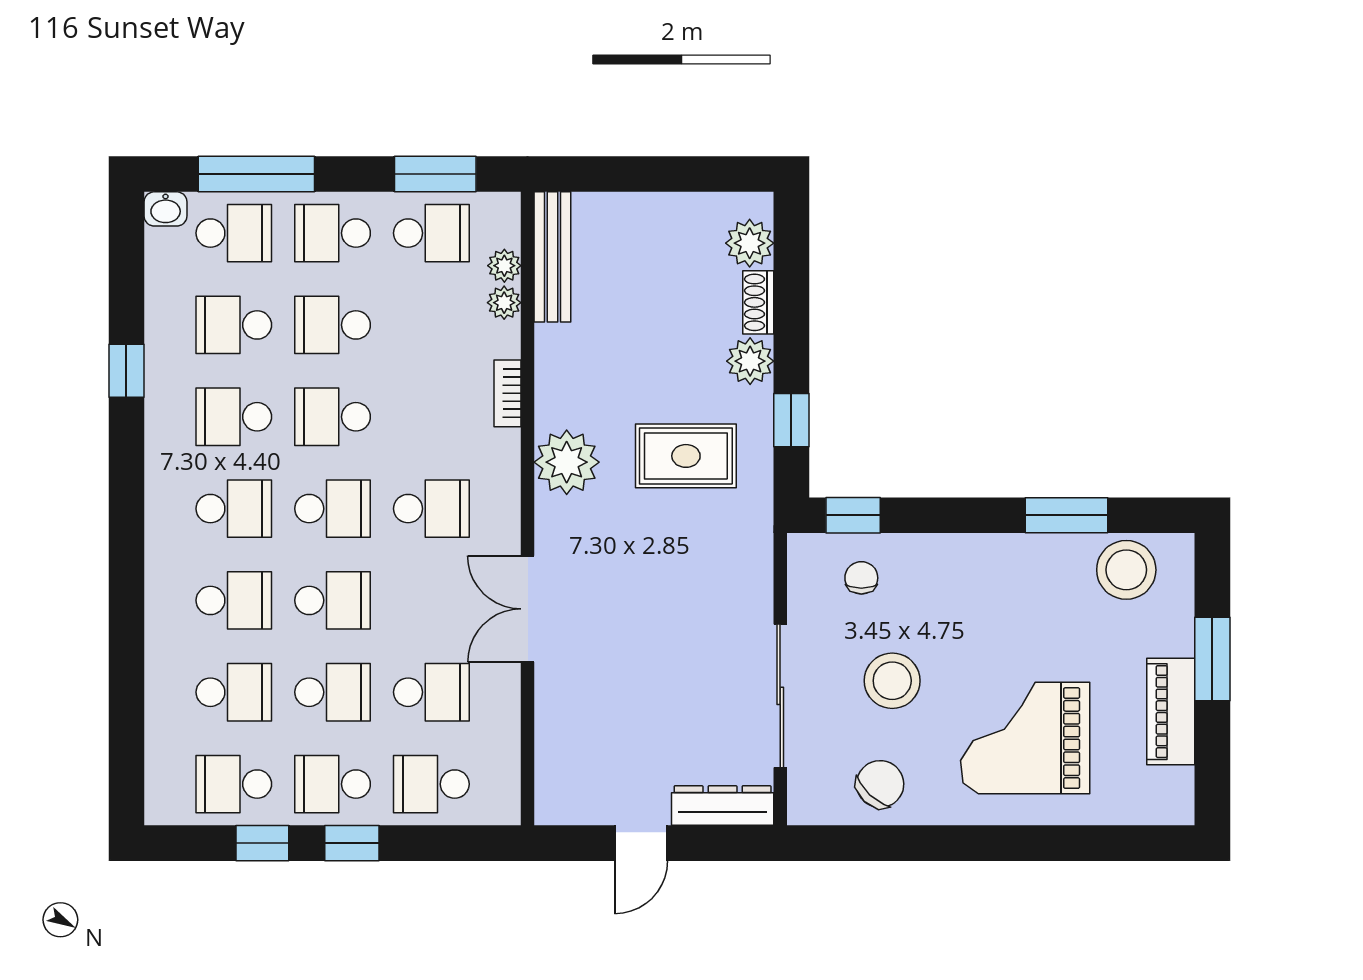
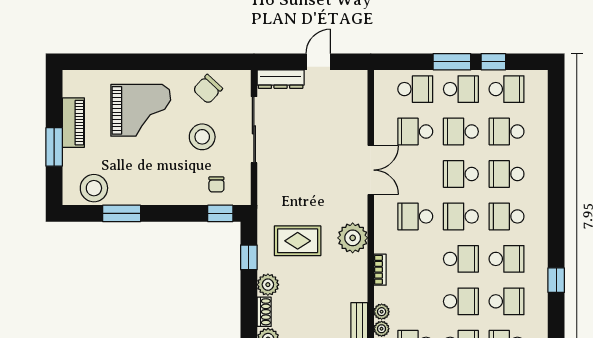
window: (352, 843) -> (452, 62), width x1.50

